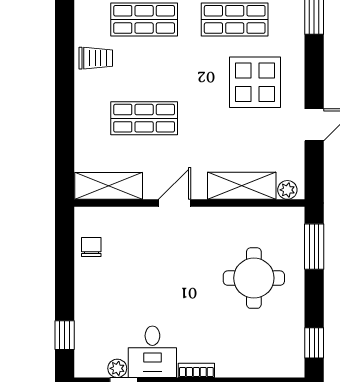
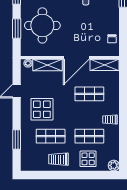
door: (175, 203) -> (76, 58), width x1.87
window: (314, 247) -> (17, 28), moved
round table: (254, 278) -> (42, 25), width x1.36, depth x1.36

